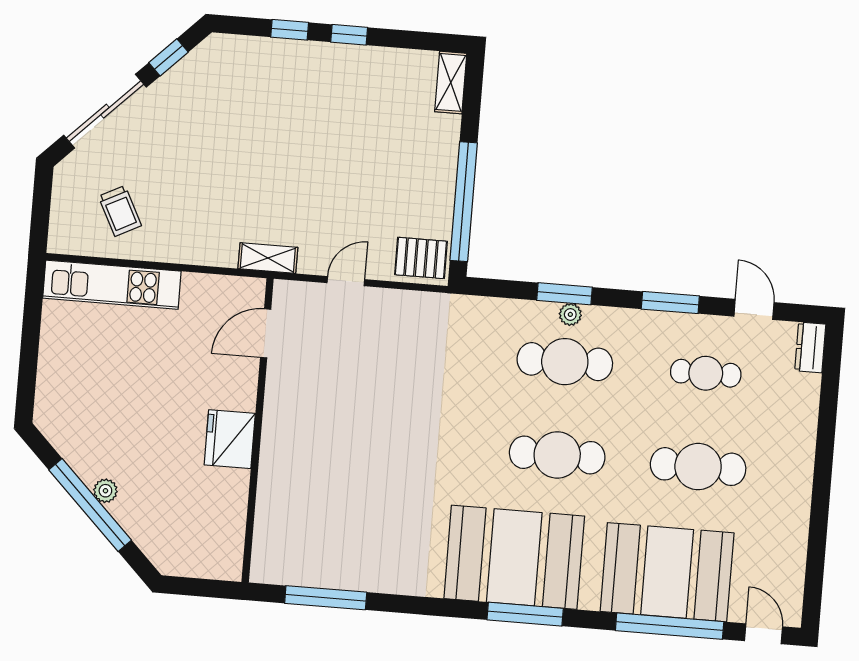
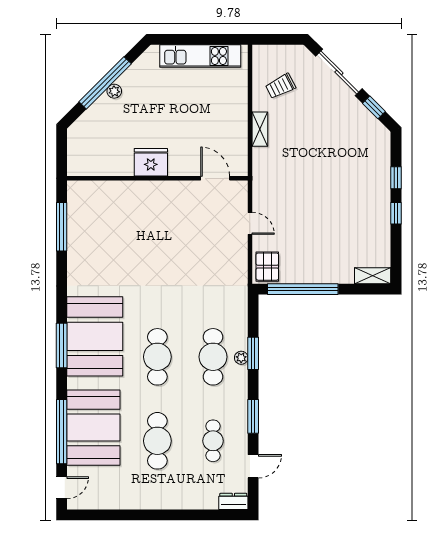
shelving: (268, 258) -> (260, 129), moved
kitchen unit: (112, 285) -> (200, 56), moved, turned -90

